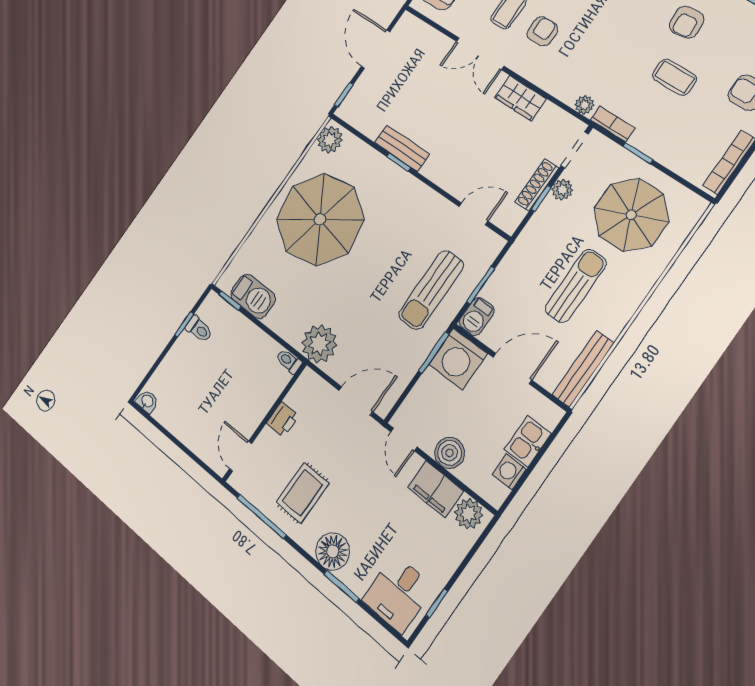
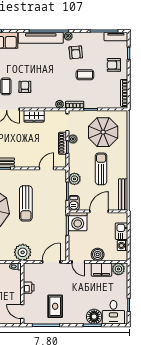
plant: (511, 270) -> (74, 179), added
sun lounger: (431, 290) -> (26, 203), moved
floor lamp: (333, 551) -> (94, 317), moved

